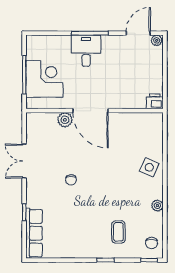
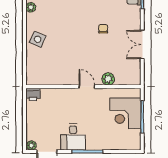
desk: (86, 51) -> (73, 137), moved
door: (90, 111) -> (87, 87), width x0.53
double door: (24, 161) -> (142, 44), swing flipped

